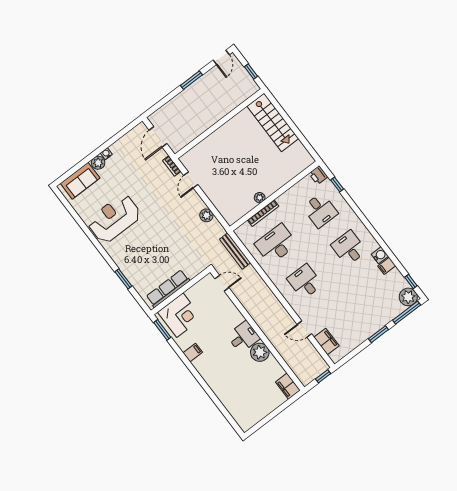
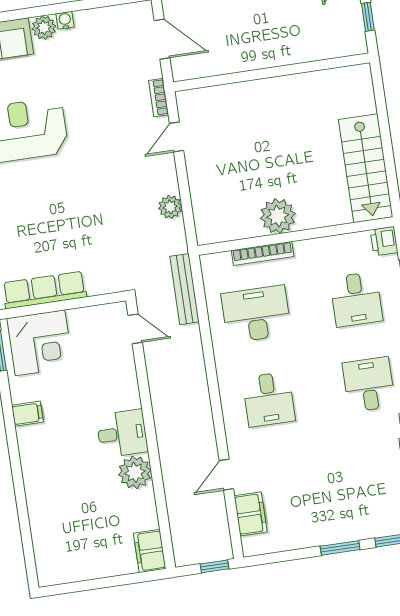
stairs: (273, 122) -> (366, 168), moved
door: (158, 137) -> (162, 39), swing flipped
plant: (260, 198) -> (278, 216), width x1.88, depth x1.88
desk: (305, 282) -> (269, 399), turned 180
door: (304, 329) -> (226, 475), hinge flipped

